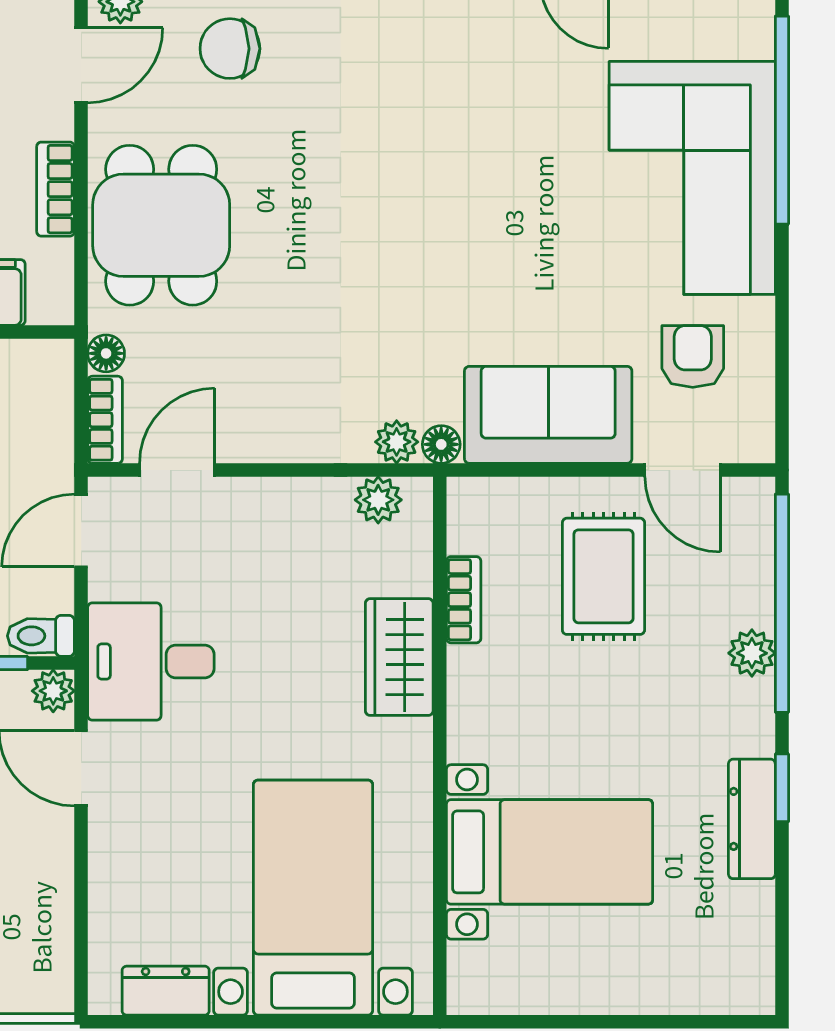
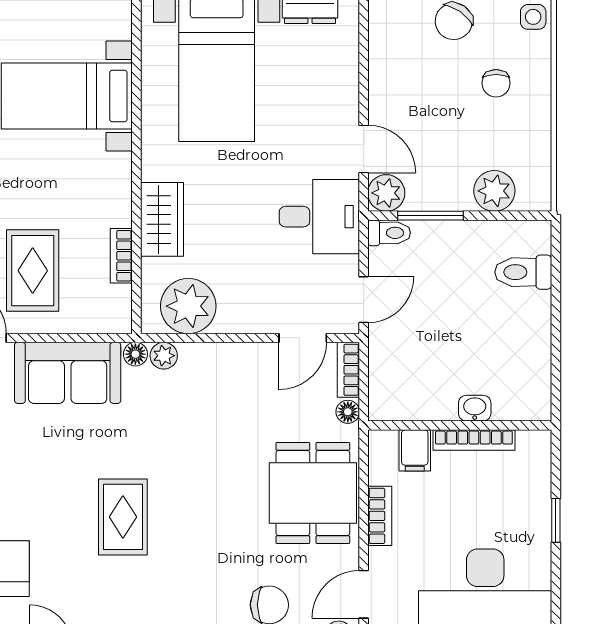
rug: (461, 187) -> (123, 517), added
plant: (378, 500) -> (188, 306), width x1.87, depth x1.87
plant: (53, 691) -> (386, 193), width x1.38, depth x1.38

